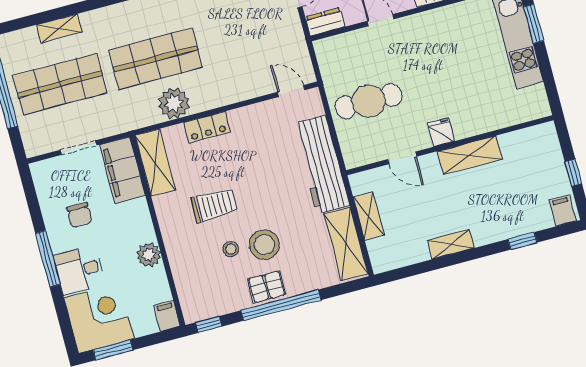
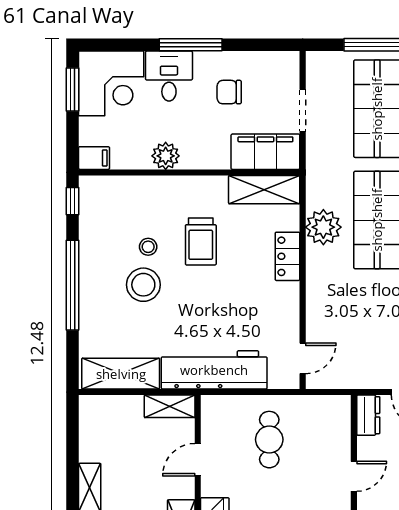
cafe table: (369, 101) -> (269, 440), width x0.73, depth x0.74
shelving: (369, 216) -> (170, 406), moved
pallet: (267, 287) -> (97, 275), removed

